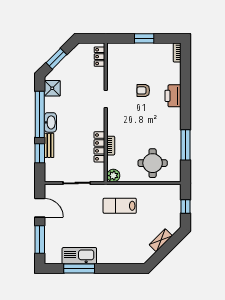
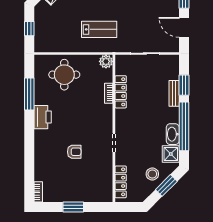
locker: (99, 57) -> (121, 182), width x1.53
stool: (70, 69) -> (152, 174), added
printer: (173, 96) -> (43, 117), moved
washbasin: (50, 122) -> (173, 134), moved

